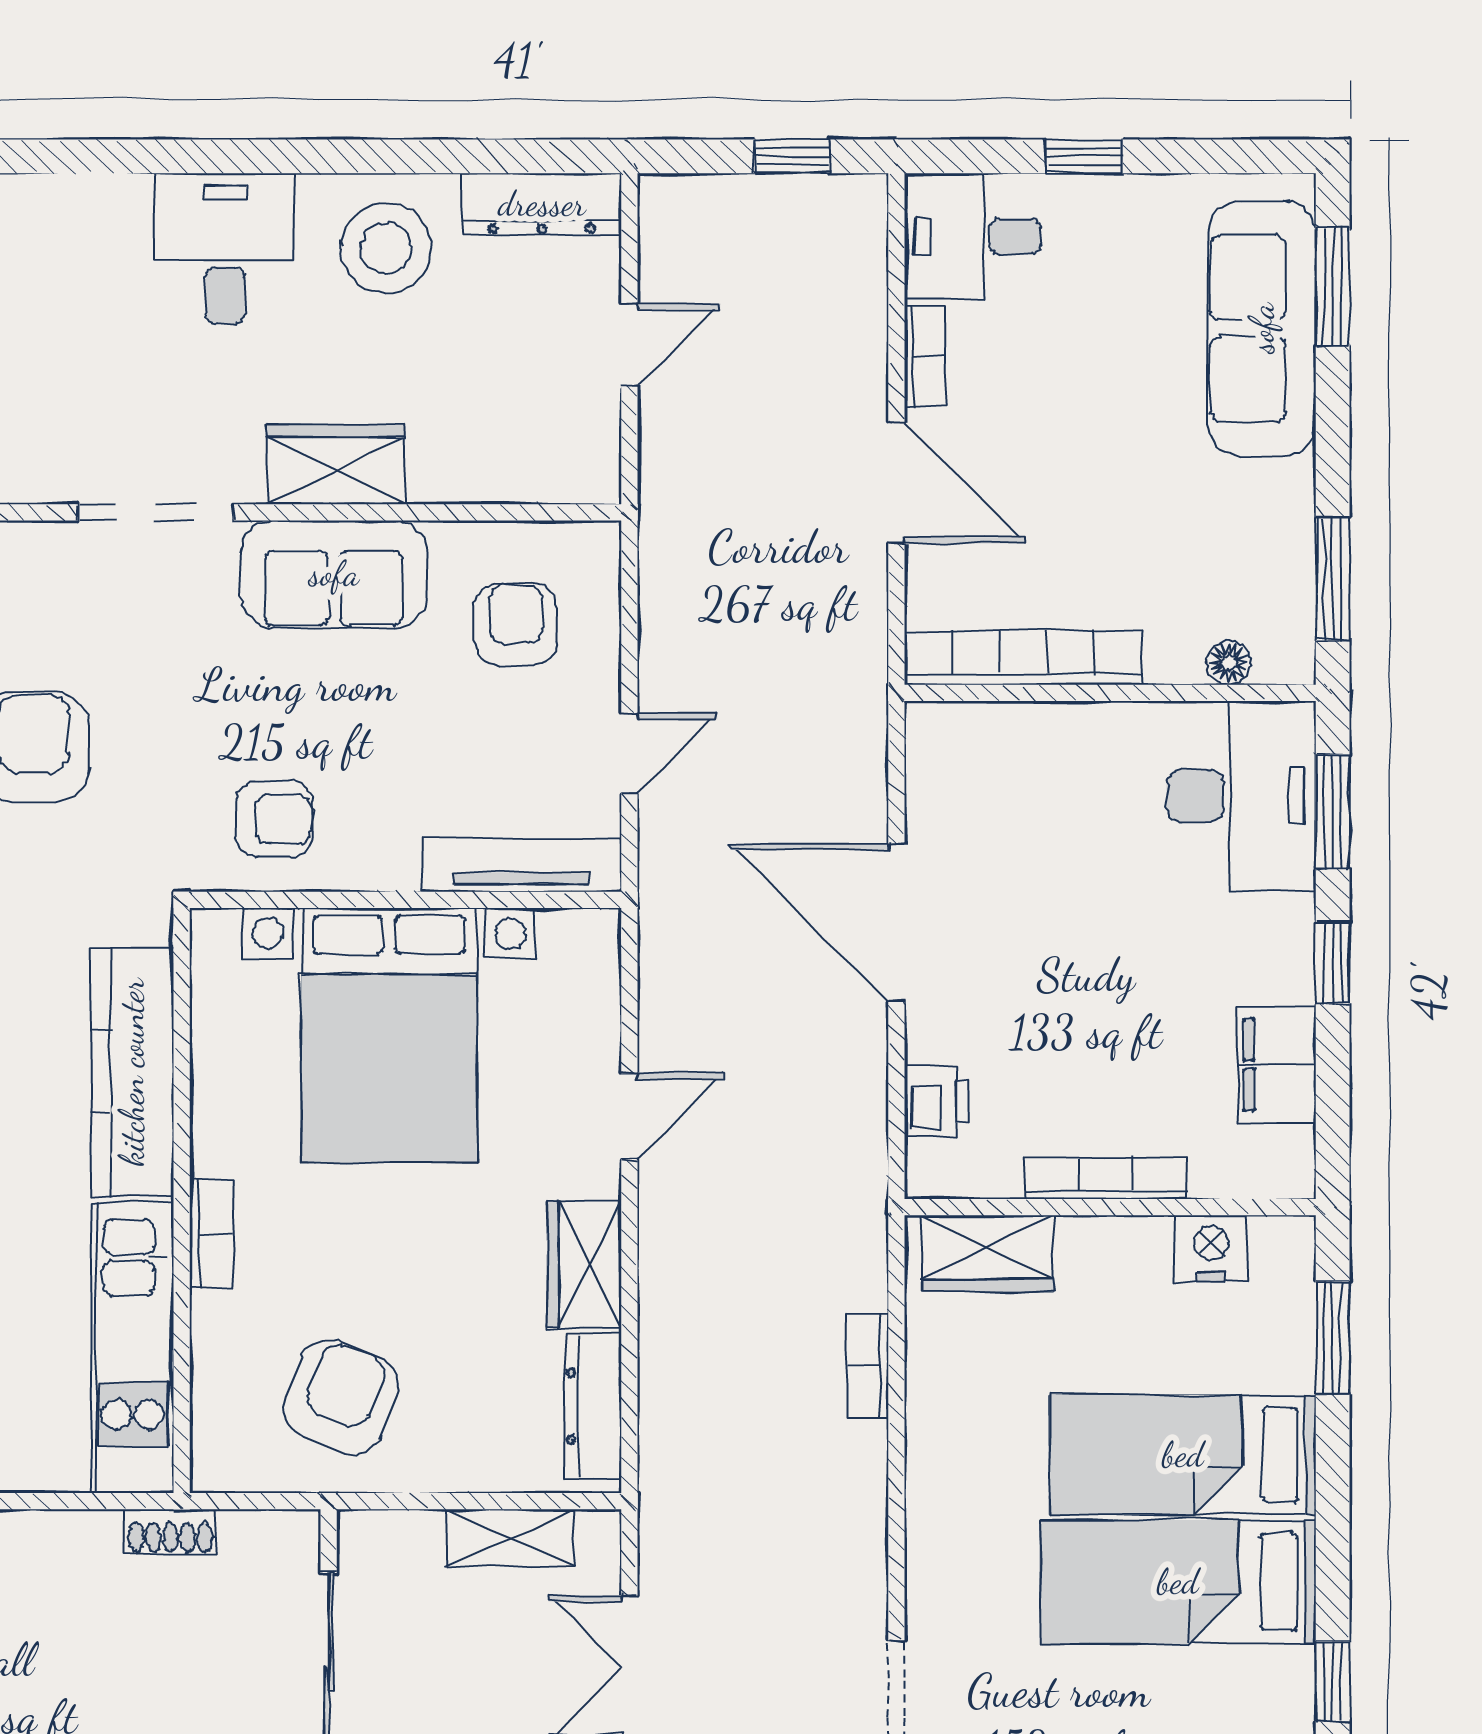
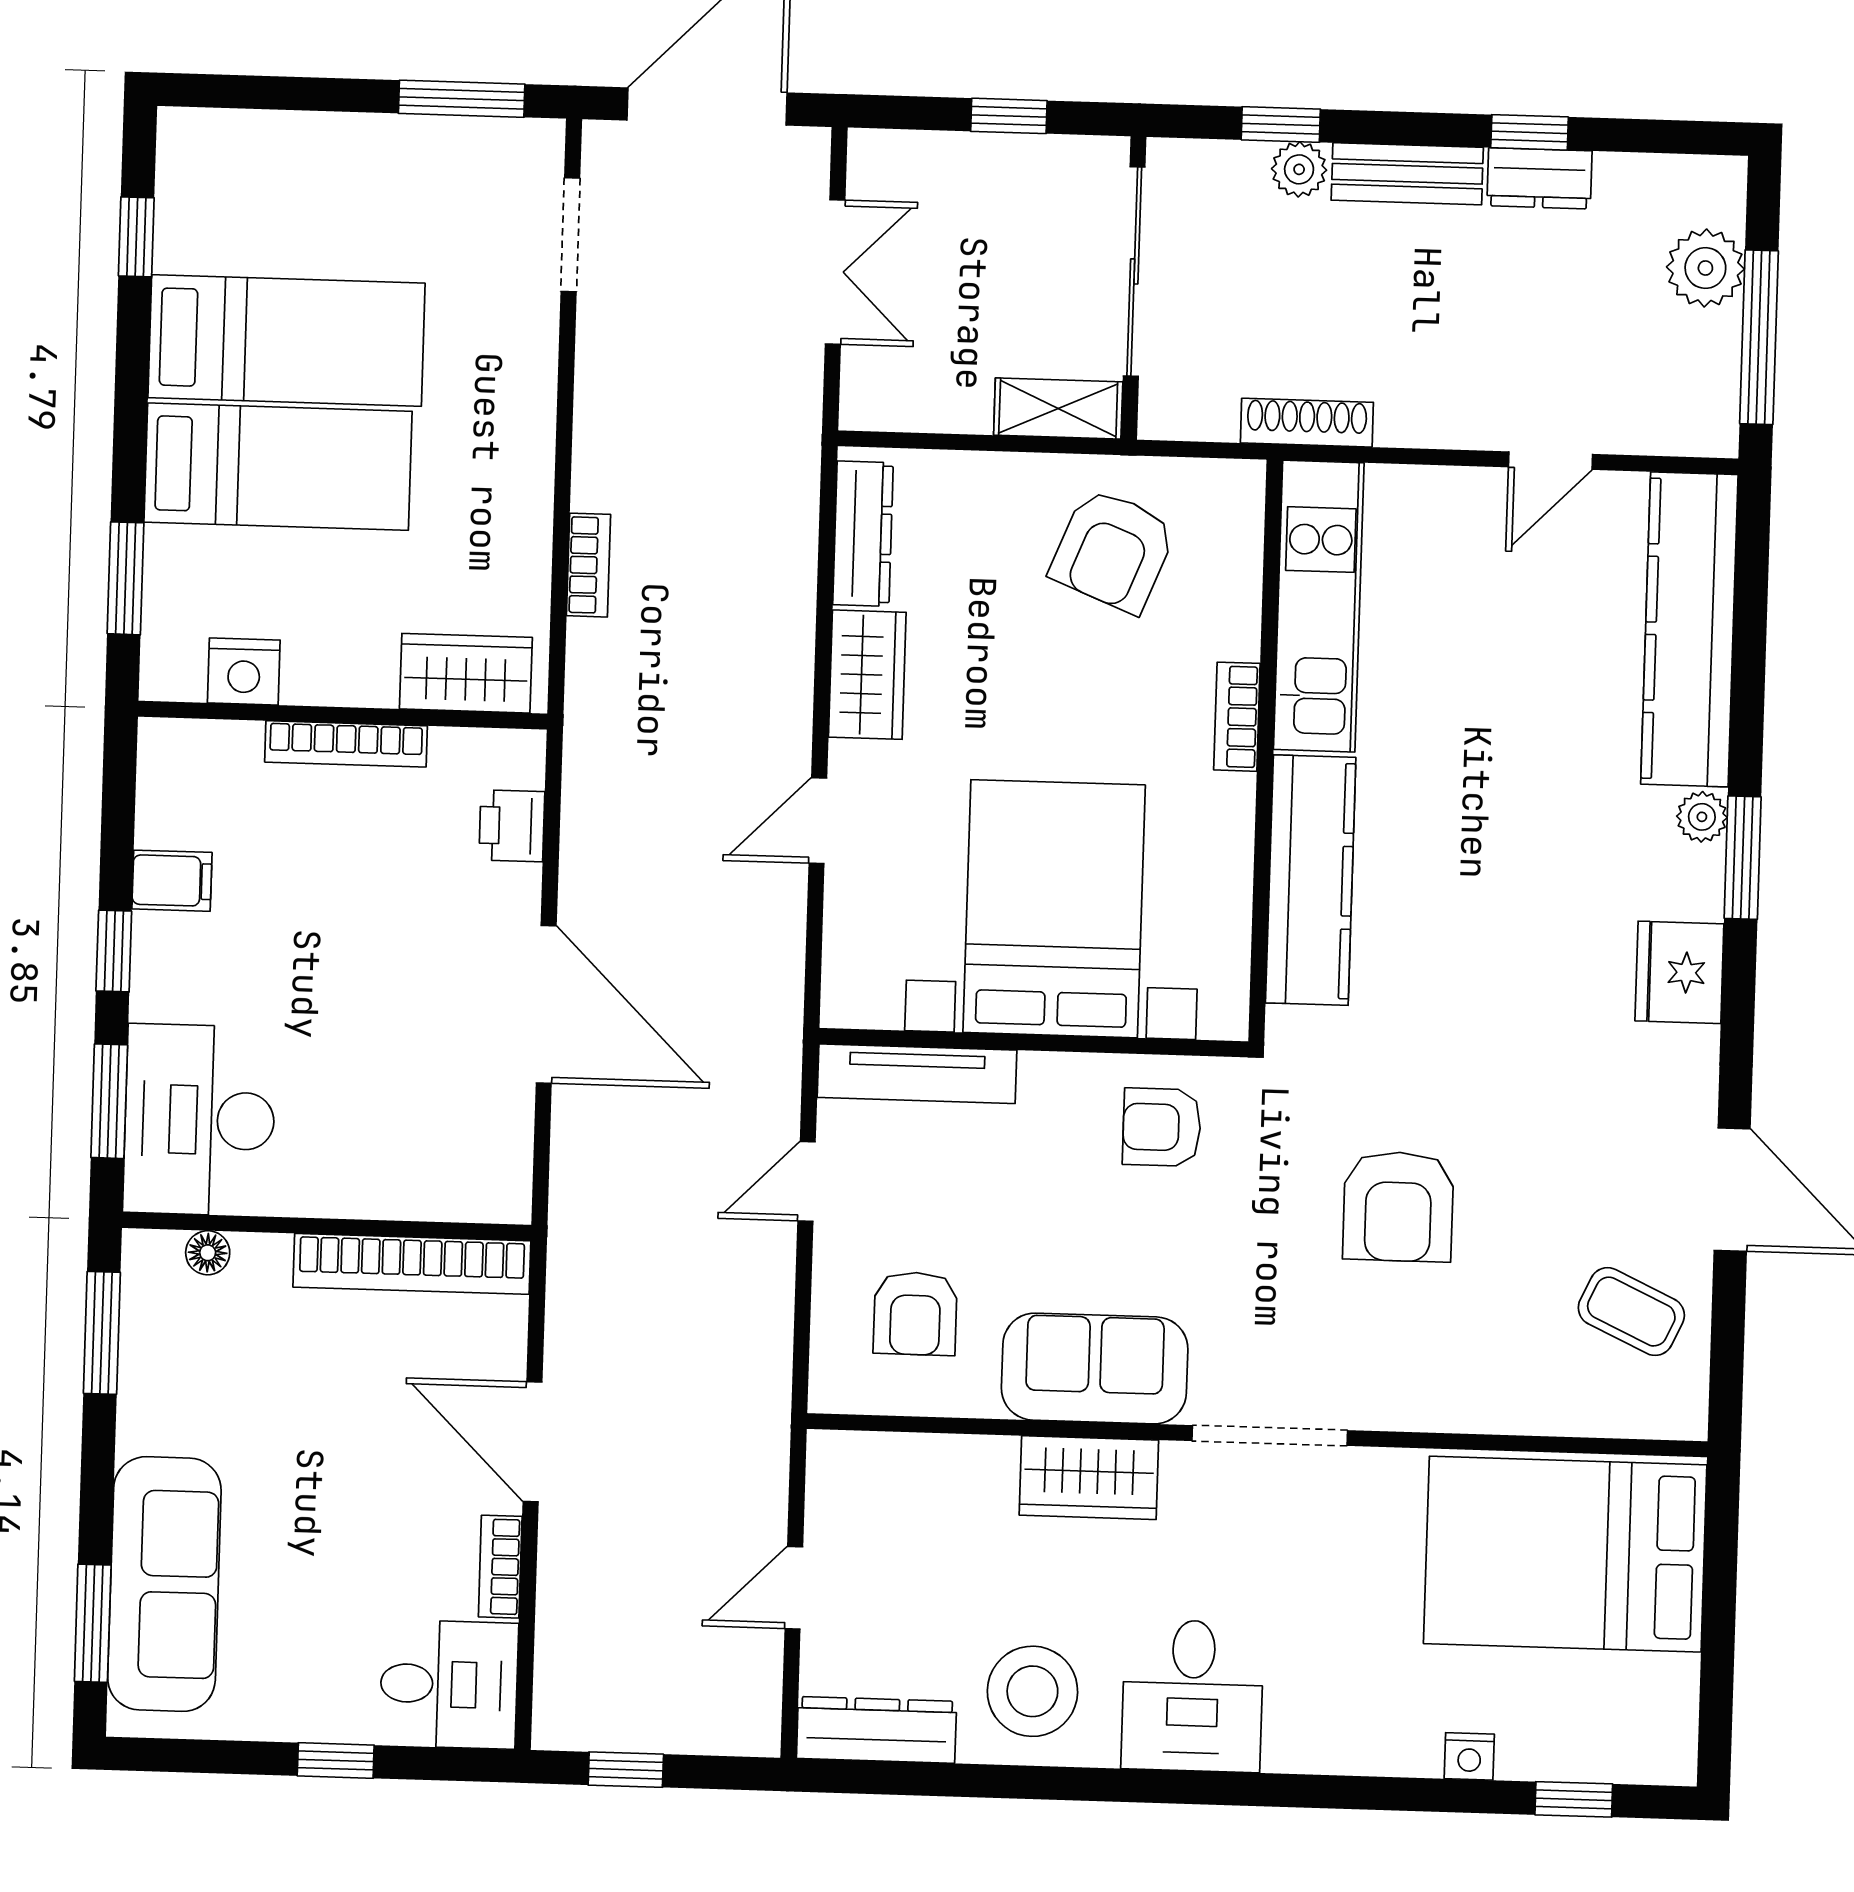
filing cabinet: (1277, 1065) -> (172, 881), width x0.50
shoe rack: (170, 1532) -> (1307, 423), width x1.43
shelving: (510, 1538) -> (1058, 409), moved

